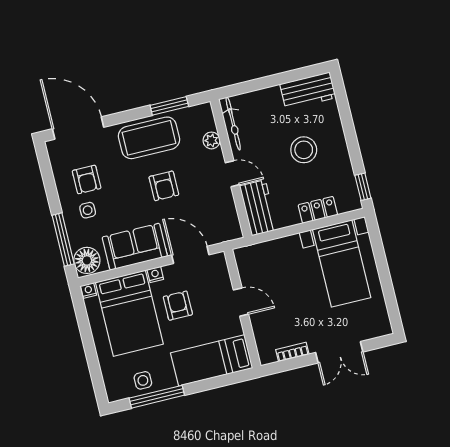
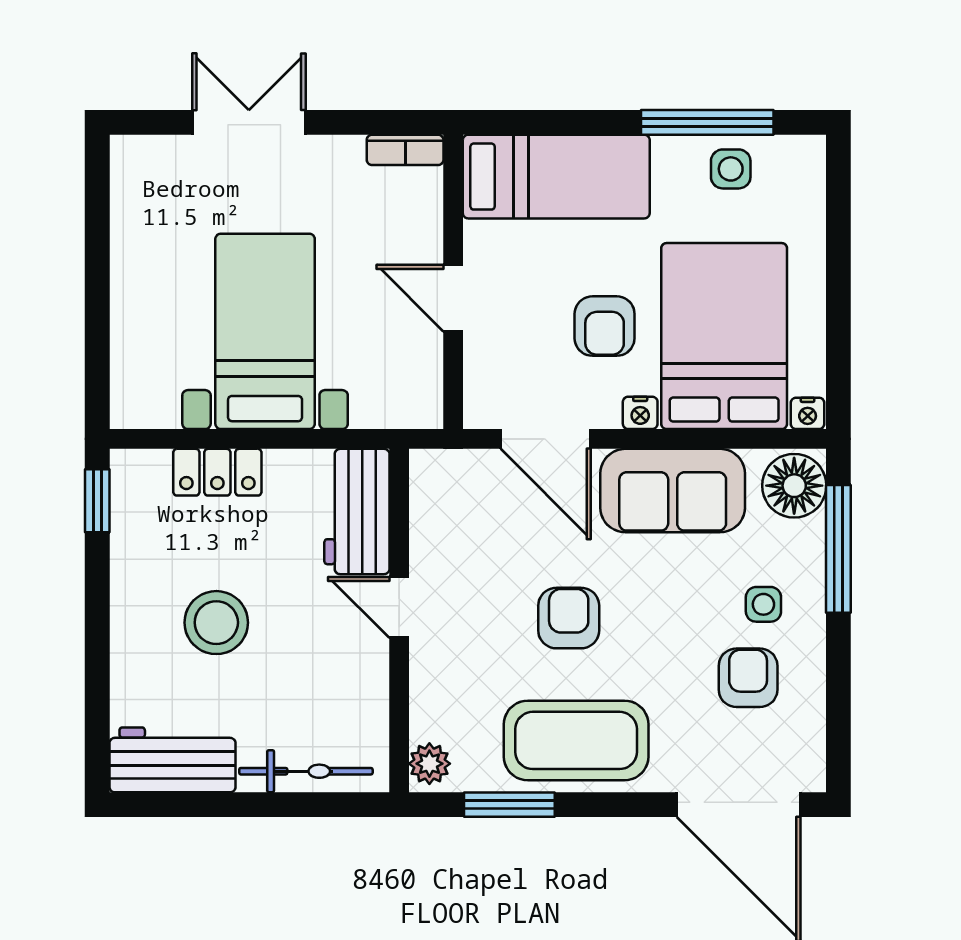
bicycle: (233, 124) -> (306, 771), moved, turned 90
plant: (211, 140) -> (429, 764), moved
bed with nightstands: (342, 263) -> (265, 331), moved
bookcase: (292, 352) -> (405, 150), moved

